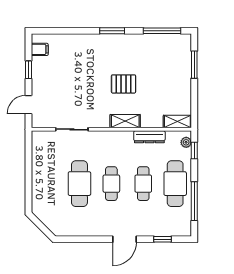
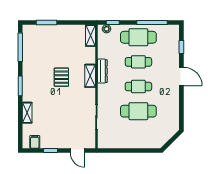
shelving: (77, 40) -> (27, 113), added
dresser: (149, 137) -> (102, 71), moved

